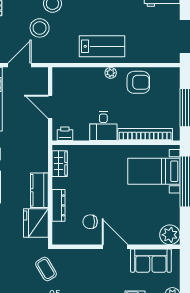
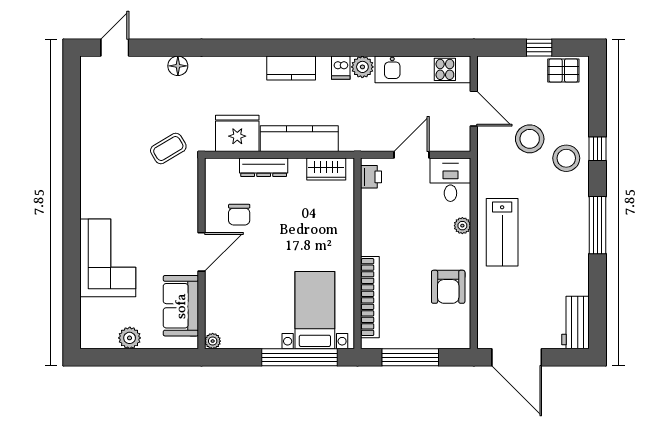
plant: (111, 73) -> (462, 226), moved
desk: (103, 126) -> (450, 180), moved, turned 90
kitchen counter: (39, 190) -> (299, 139), width x1.50
chair: (90, 222) -> (239, 215), turned 180
plant: (170, 235) -> (213, 341), width x0.53, depth x0.53

